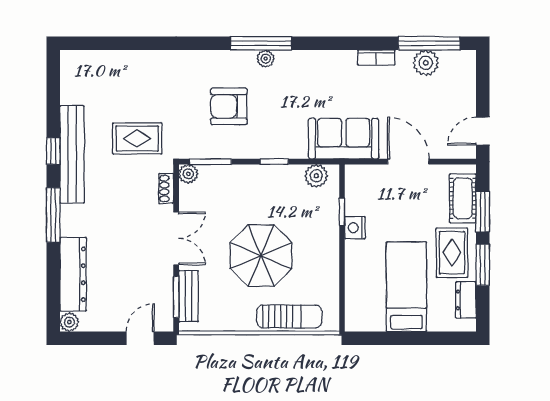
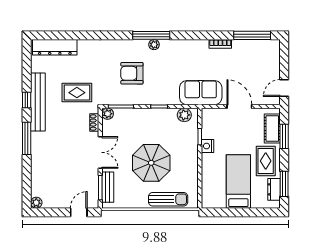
plant: (426, 63) -> (250, 47), removed
window: (483, 265) -> (284, 184), moved
dresser: (73, 274) -> (55, 47), moved, turned 90

